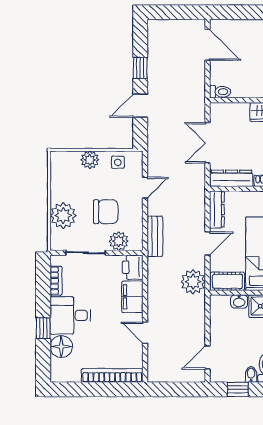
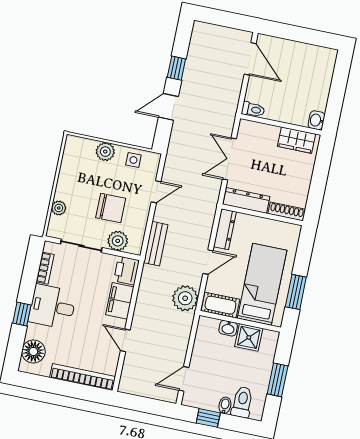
plant: (63, 216) -> (59, 208), width x0.53, depth x0.53
floor lamp: (61, 347) -> (33, 351), moved

